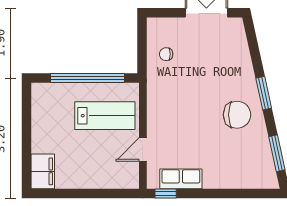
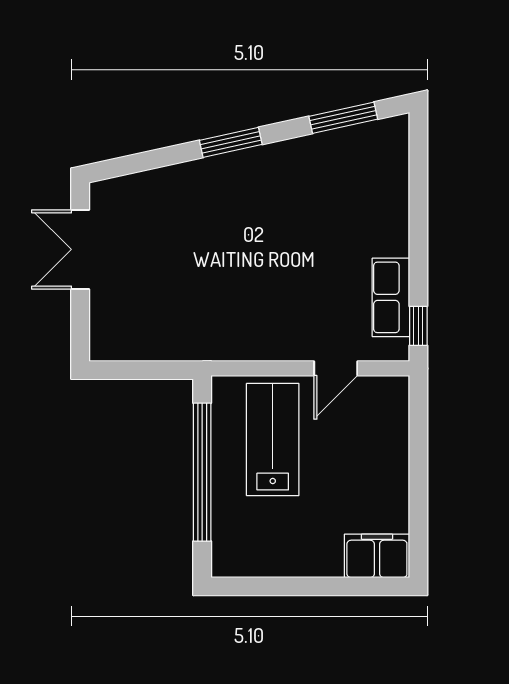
chair: (166, 54) -> (158, 325), removed
chair: (237, 115) -> (271, 192), removed
door: (143, 149) -> (336, 368), hinge flipped

